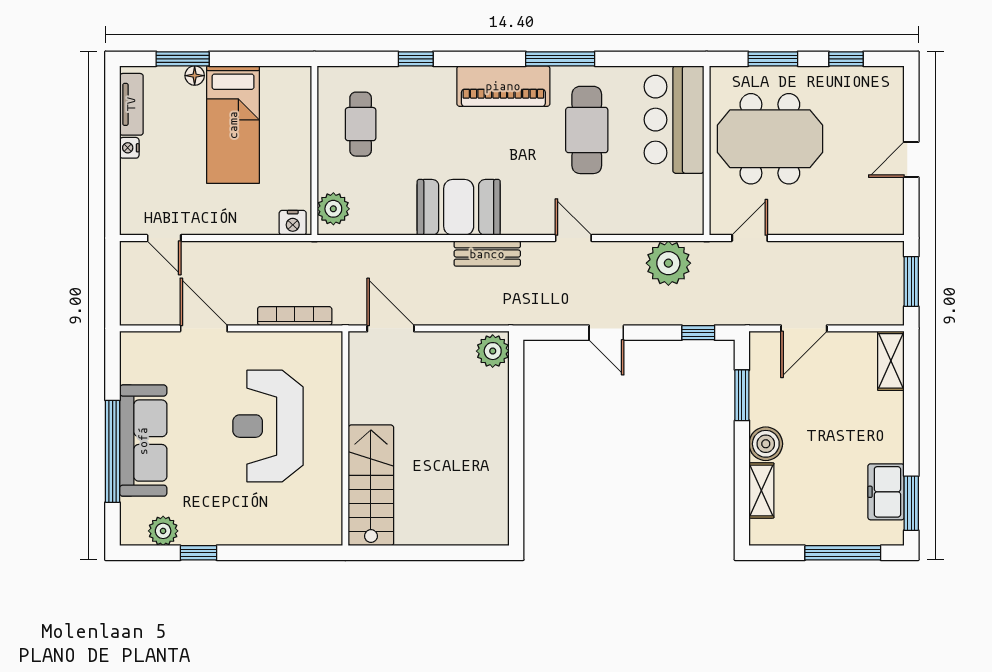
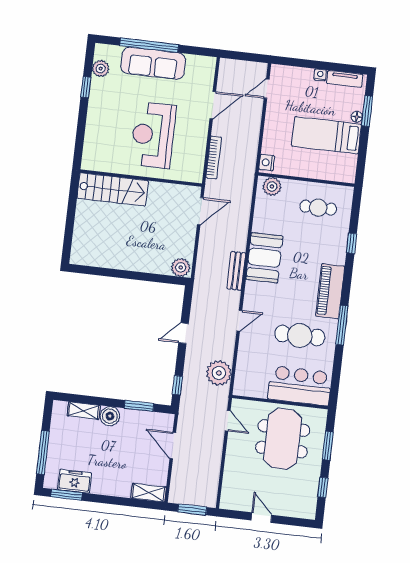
reception desk: (268, 426) -> (153, 135), turned -90

